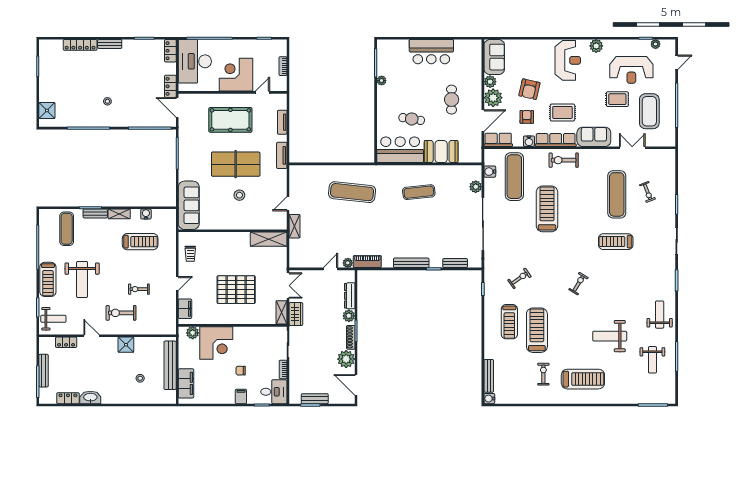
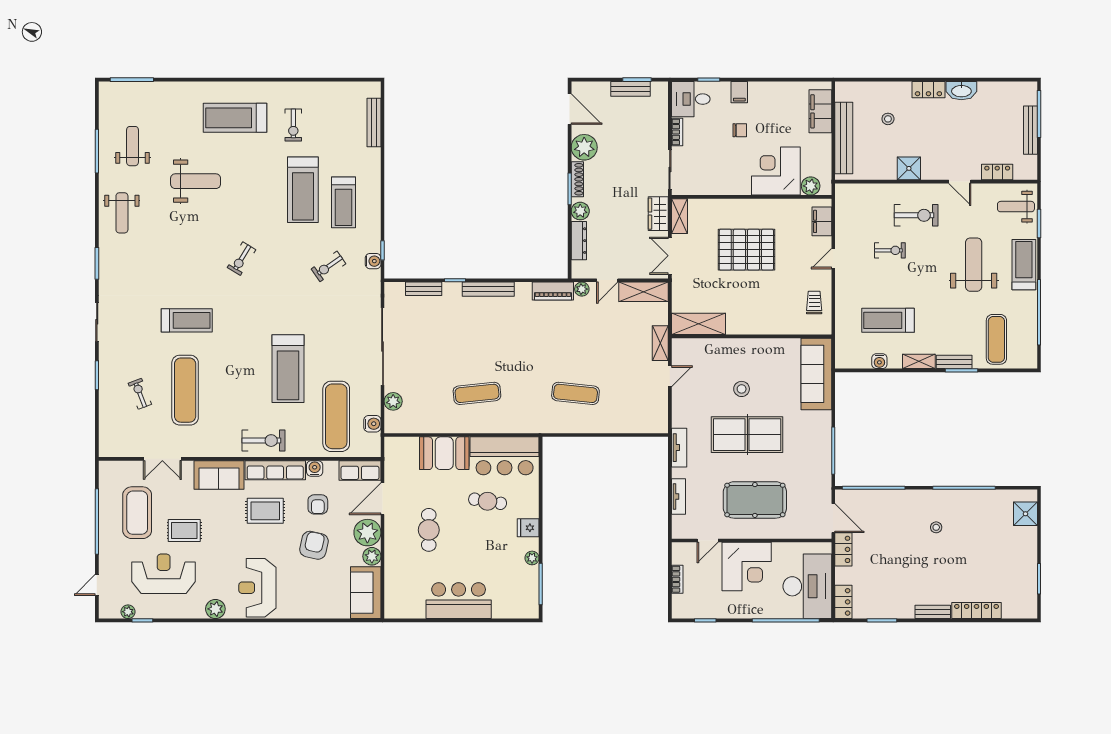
fridge: (384, 101) -> (528, 528), added
exercise mat: (352, 192) -> (575, 393), width x0.73, depth x0.69
shelving: (306, 261) -> (643, 292), added
treadmill: (509, 322) -> (344, 202), turned 180
locker: (68, 398) -> (928, 90), moved
water cooler: (489, 399) -> (373, 261), moved

